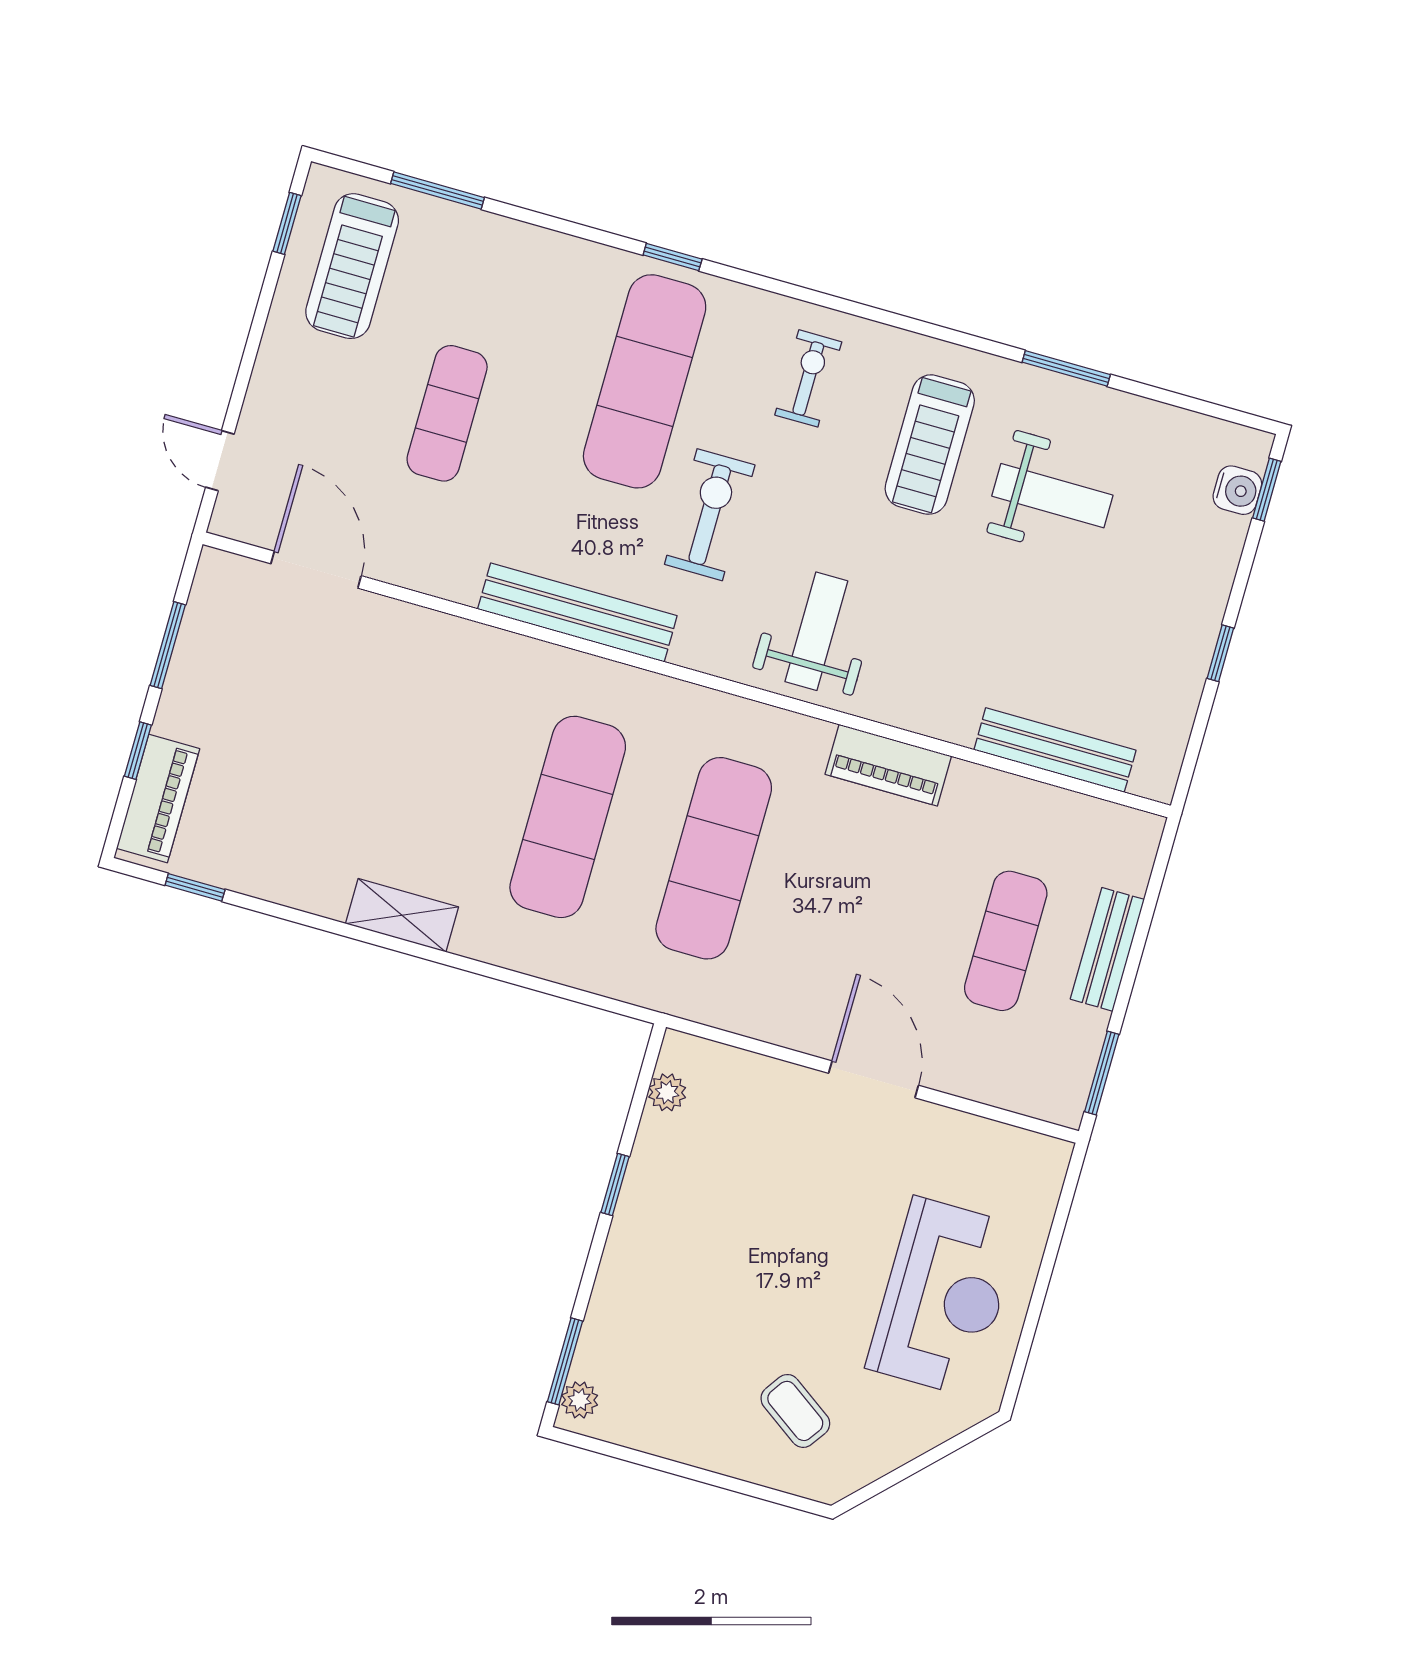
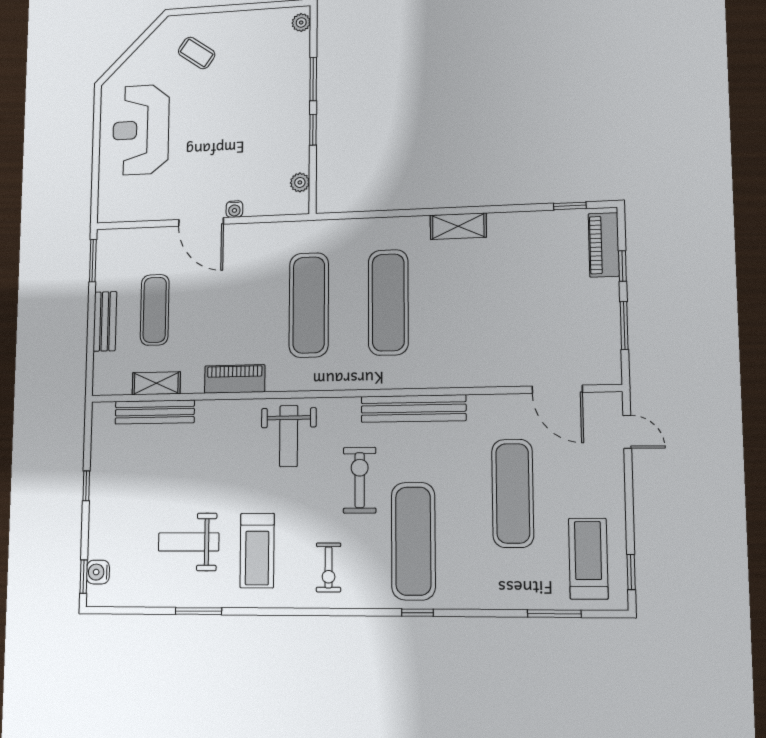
exercise mat: (447, 413) -> (513, 493), width x1.36, depth x1.45
treadmill: (930, 445) -> (257, 551), turned 180
exercise bike: (710, 515) -> (360, 480), turned 180
shelving: (1038, 803) -> (156, 383), added
water cooler: (804, 1083) -> (234, 209), added
window: (565, 1361) -> (313, 79), moved

